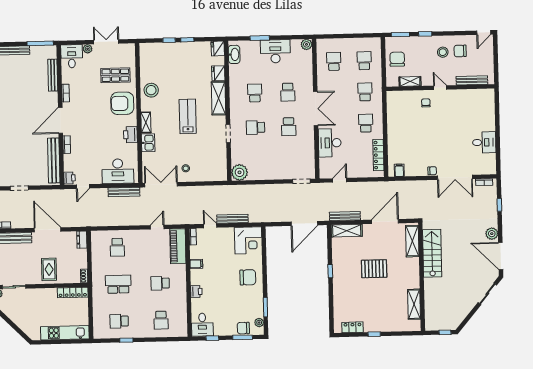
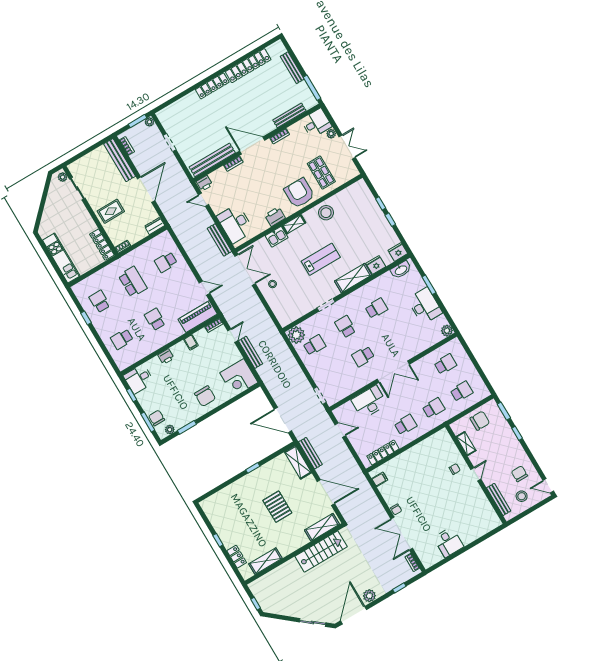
stool: (443, 52) -> (522, 496), moved
school desk: (288, 92) -> (314, 345), moved, turned 180
locker: (352, 327) -> (237, 557), moved

